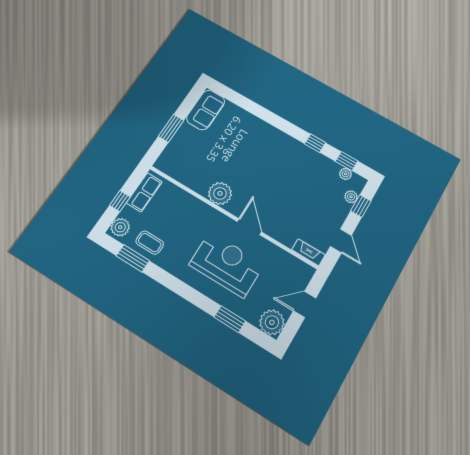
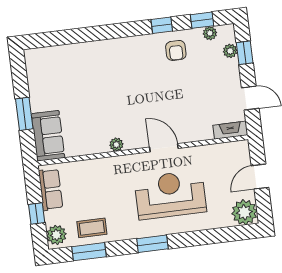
sofa: (206, 110) -> (48, 136), moved
armchair: (312, 167) -> (176, 50), added
plant: (220, 193) -> (116, 145), width x0.53, depth x0.53
window: (230, 319) -> (152, 244), moved

